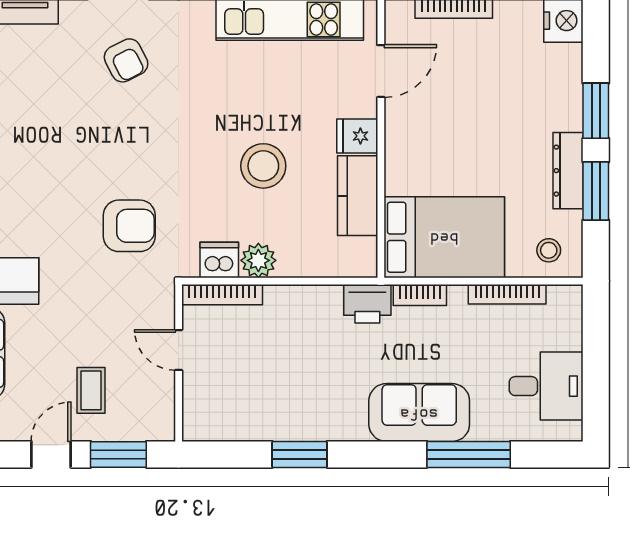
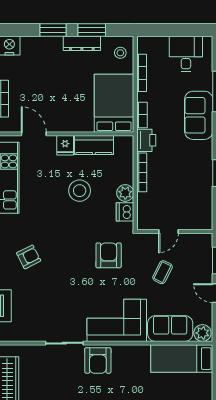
bookcase: (222, 295) -> (142, 172), moved
coffee table: (91, 390) -> (162, 272), moved, turned -63

